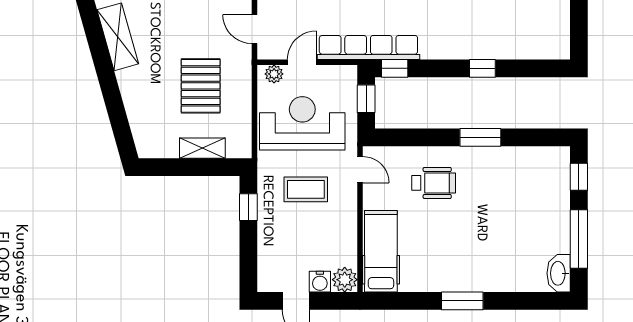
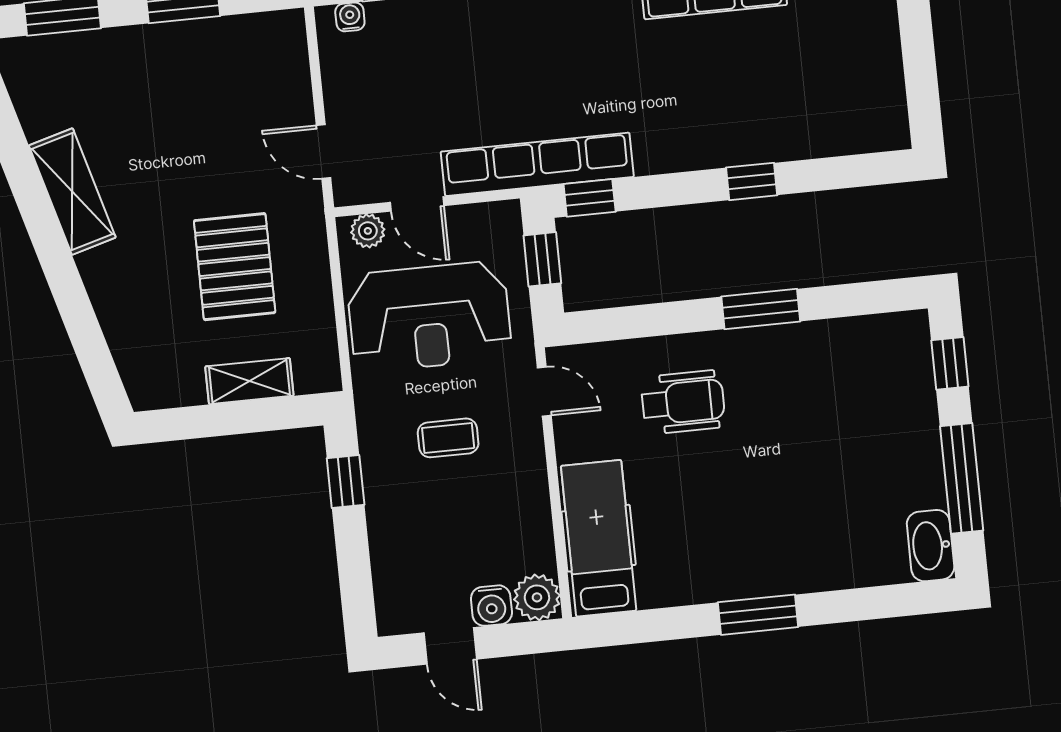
door: (302, 62) -> (417, 204), swing flipped
reception desk: (302, 123) -> (429, 317), turned 180
coffee table: (306, 189) -> (448, 438), width x0.73, depth x0.77

